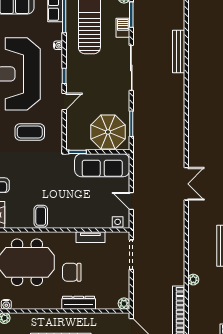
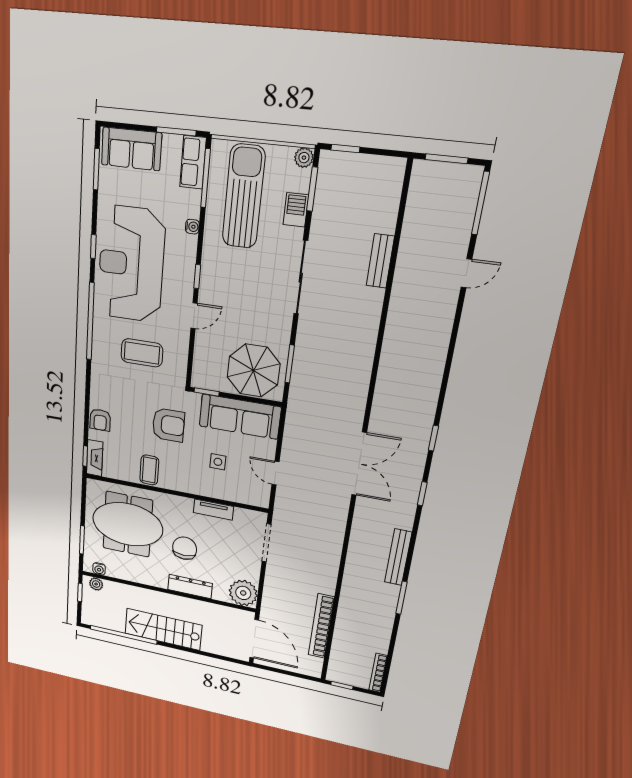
bench: (179, 52) -> (380, 261), width x0.73
armchair: (52, 180) -> (168, 425), added
double door: (186, 184) -> (359, 464), width x1.37
side table: (118, 222) -> (218, 462), moved
chair: (72, 272) -> (185, 548), turned 90
plant: (193, 280) -> (348, 591), removed
plant: (124, 304) -> (243, 593), width x1.88, depth x1.88

